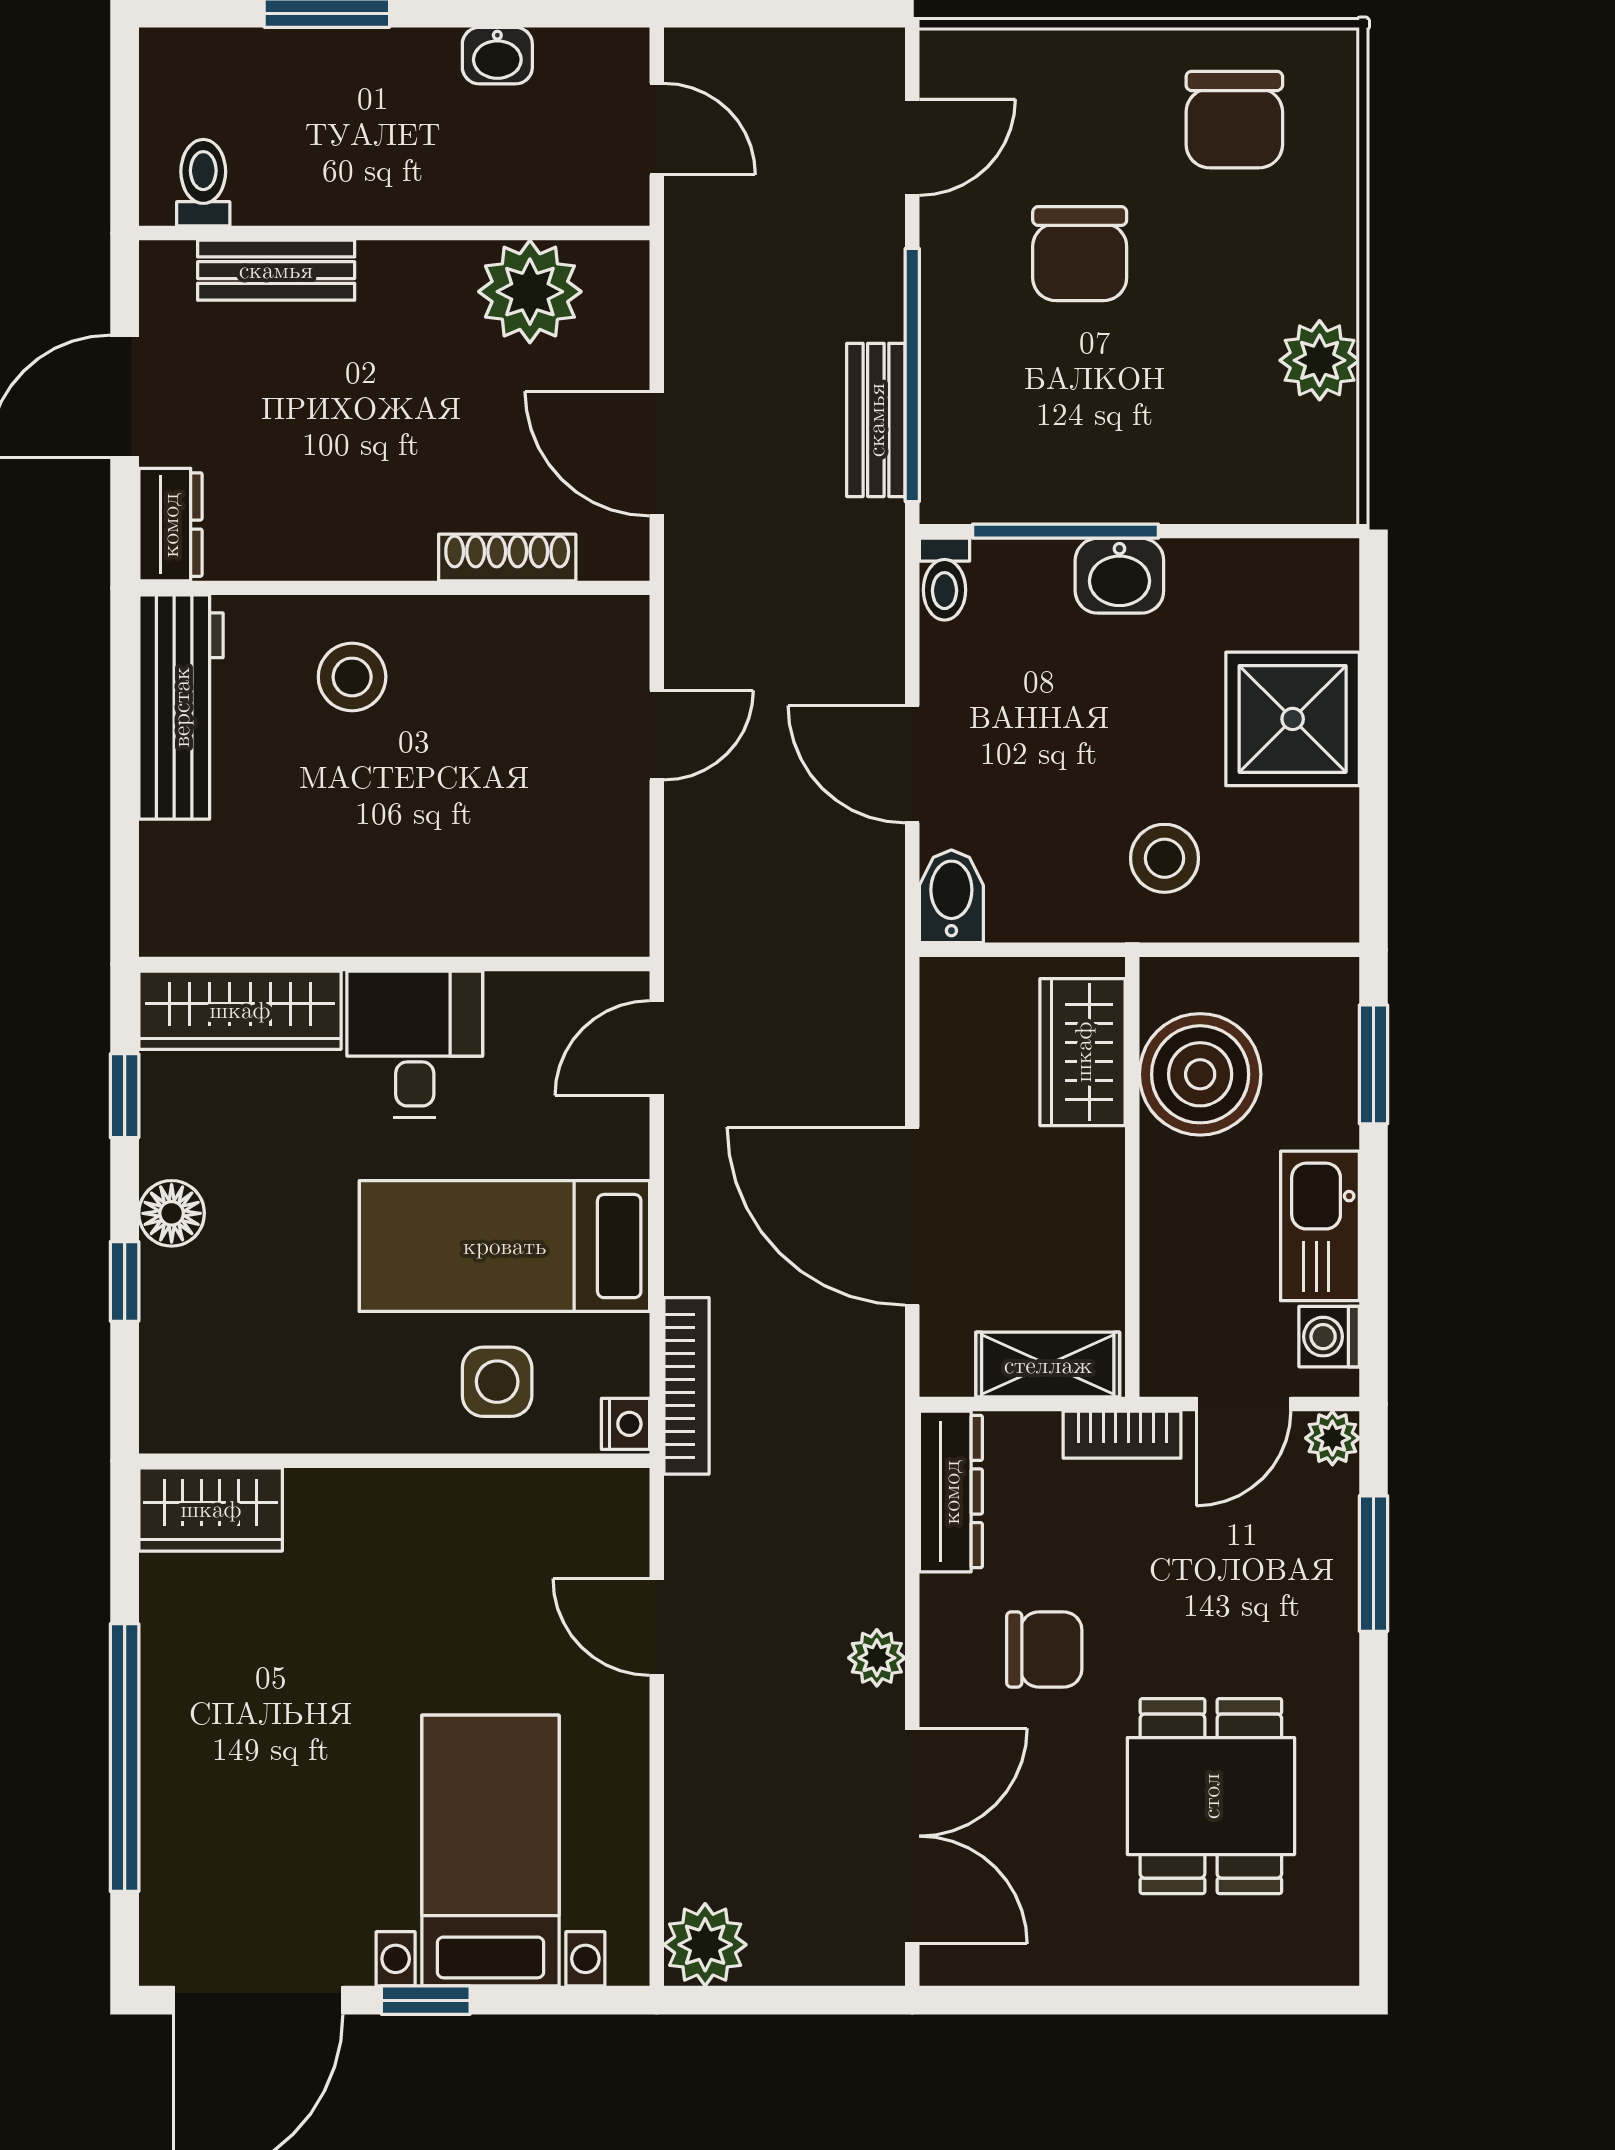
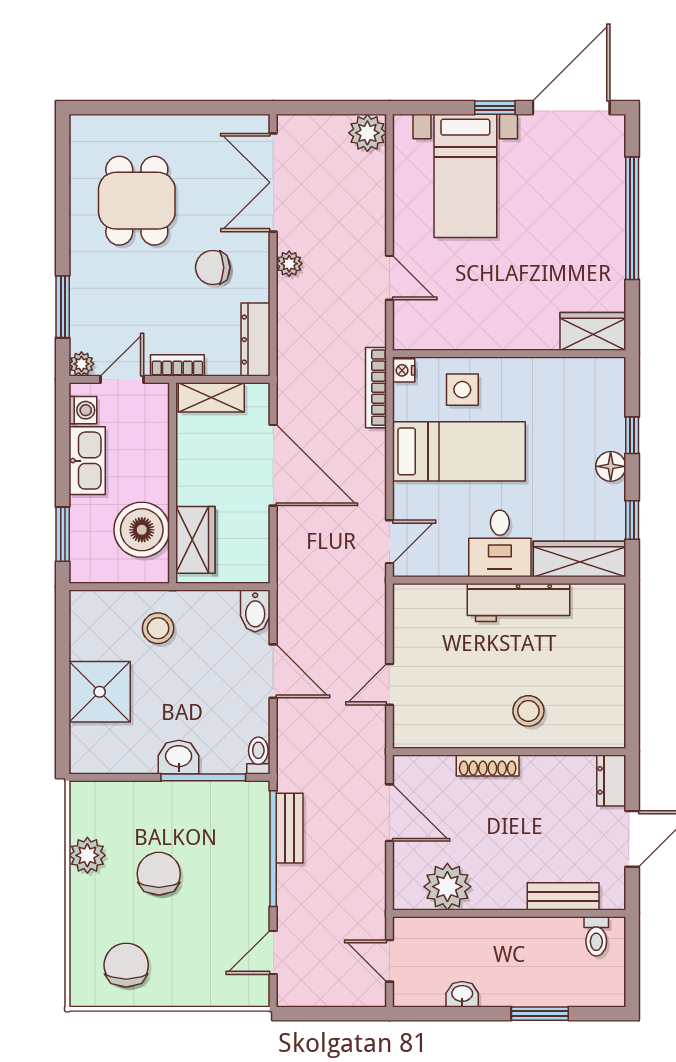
chair: (1080, 254) -> (159, 874), moved
shoe rack: (507, 557) -> (488, 765), moved
workbench: (181, 707) -> (519, 602), moved, turned -90

